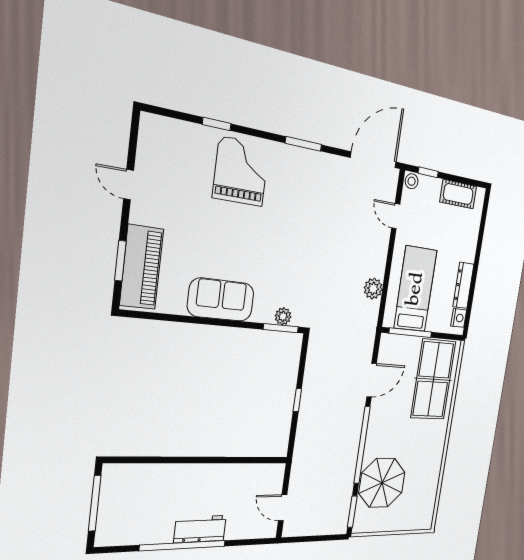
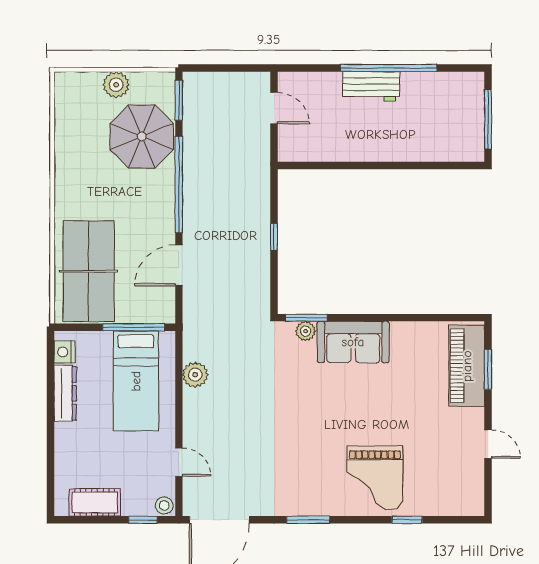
sofa: (221, 300) -> (353, 342), moved
plant: (393, 522) -> (116, 85), added

